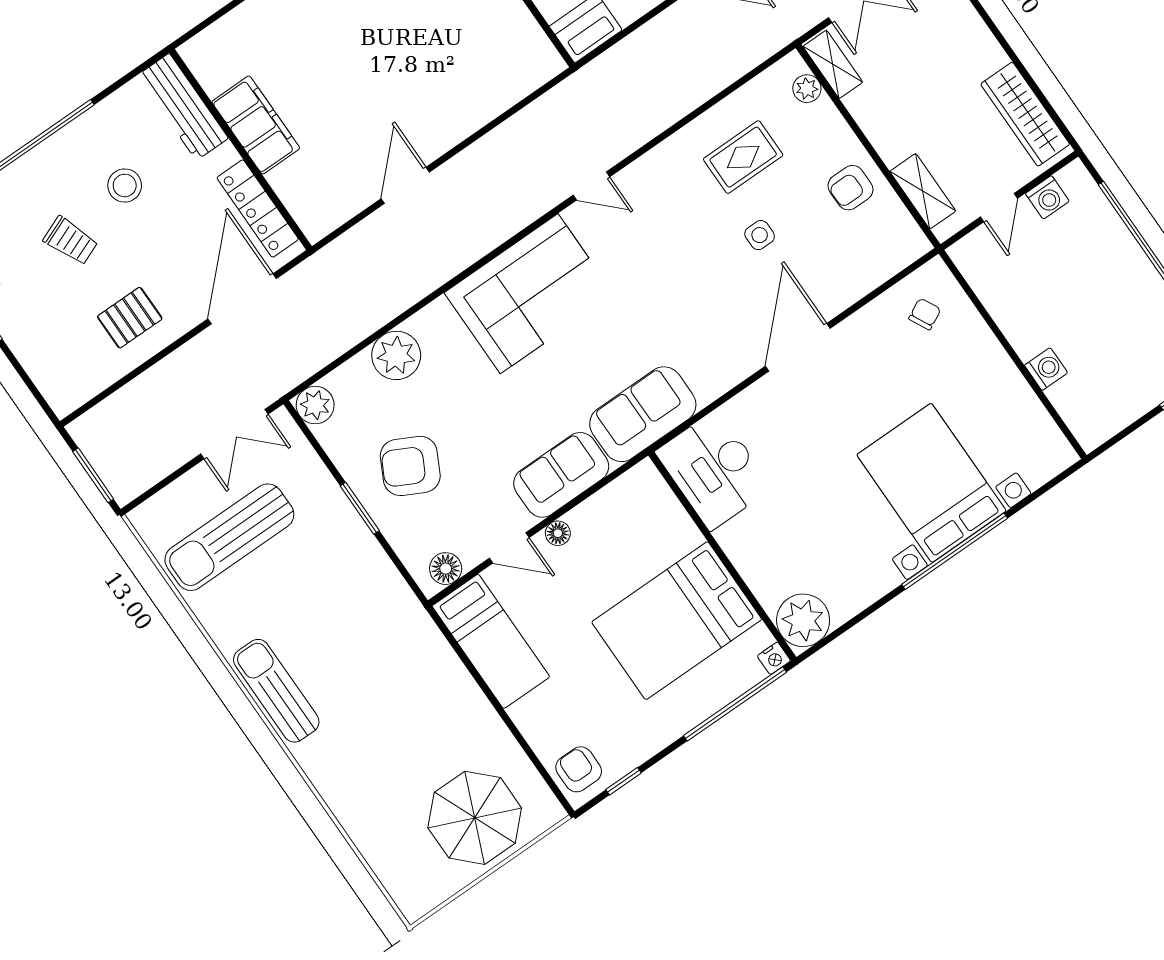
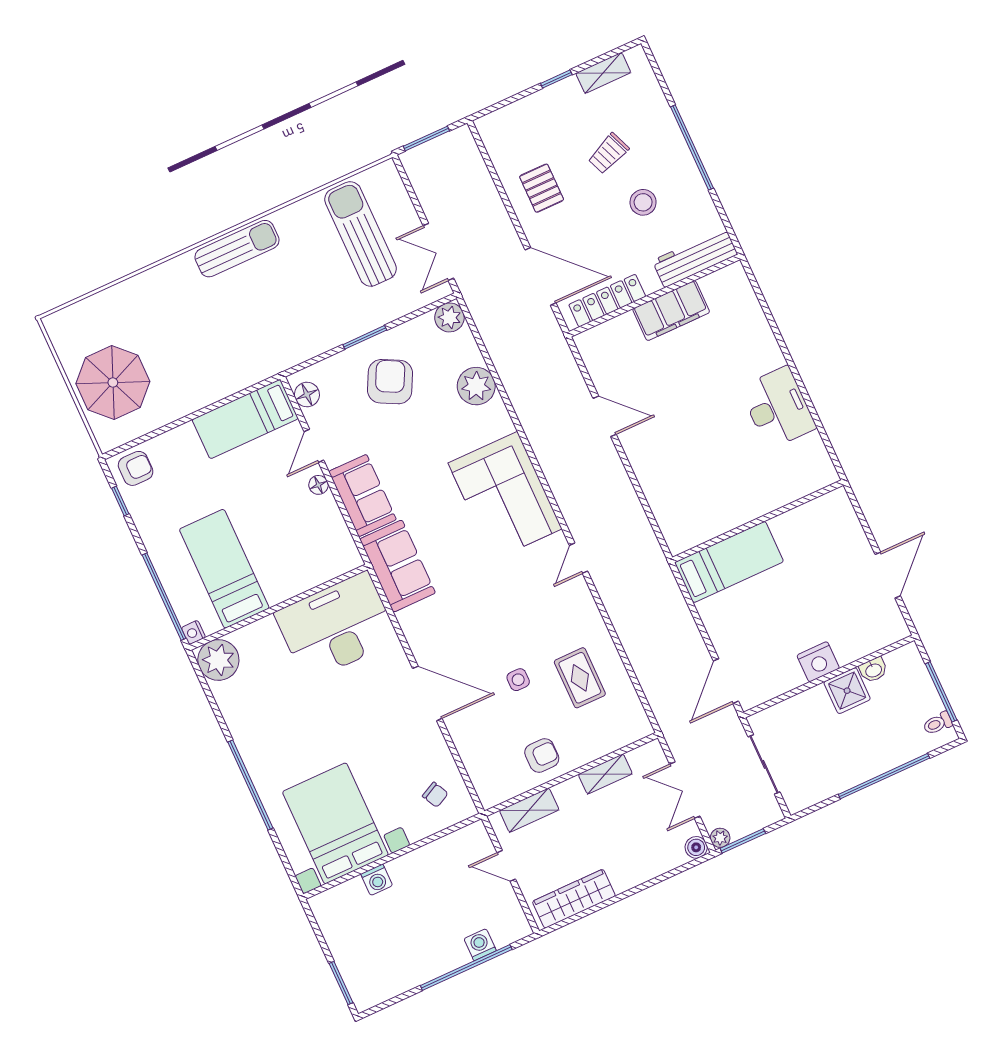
shelving: (833, 64) -> (605, 774), moved
plant: (807, 89) -> (623, 736), removed
armchair: (850, 188) -> (542, 755), turned 90
washing machine: (1047, 197) -> (480, 945), moved, turned 90
desk: (714, 470) -> (336, 626), width x1.36, depth x1.30
bed with nightstands: (931, 483) -> (335, 823), moved, turned -90
bed: (677, 621) -> (224, 569), width x0.67

